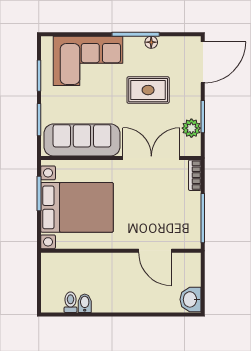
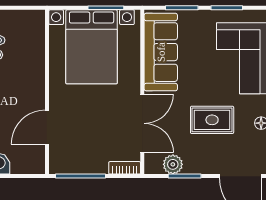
rug: (148, 90) -> (212, 120), turned 90

